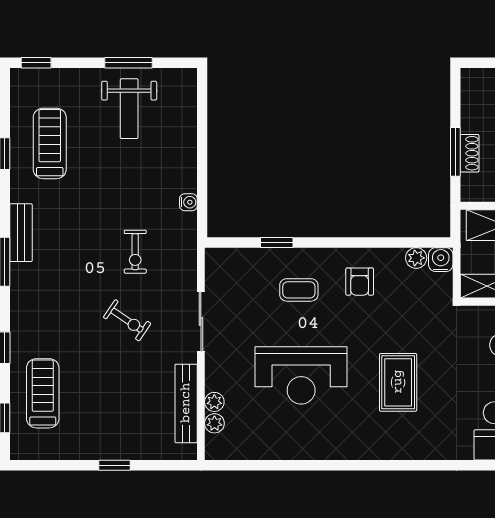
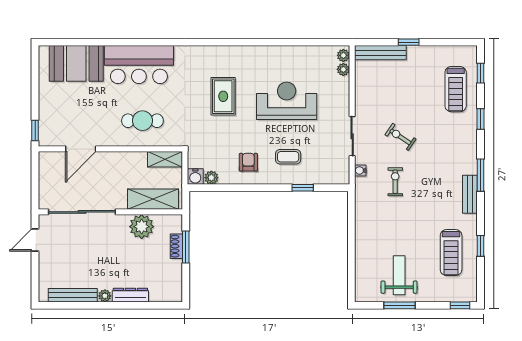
water cooler: (188, 202) -> (360, 170), moved
plant: (214, 402) -> (343, 55), moved
bench: (186, 403) -> (380, 53), moved, turned 90

